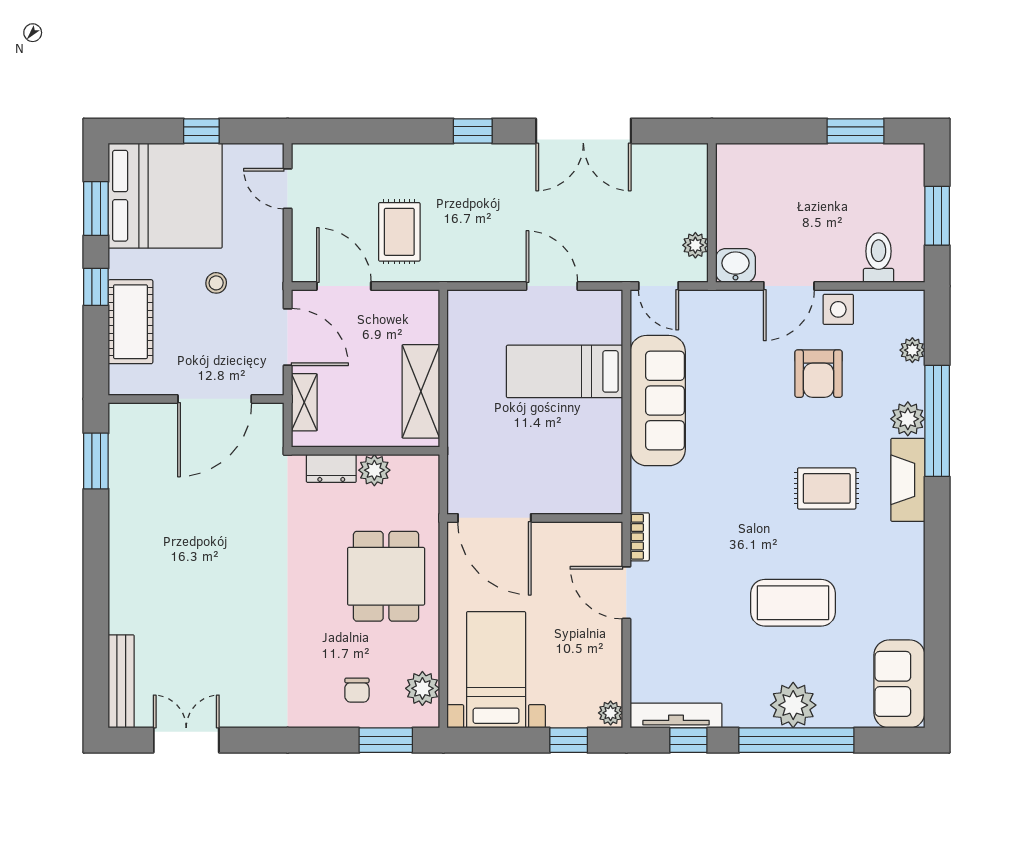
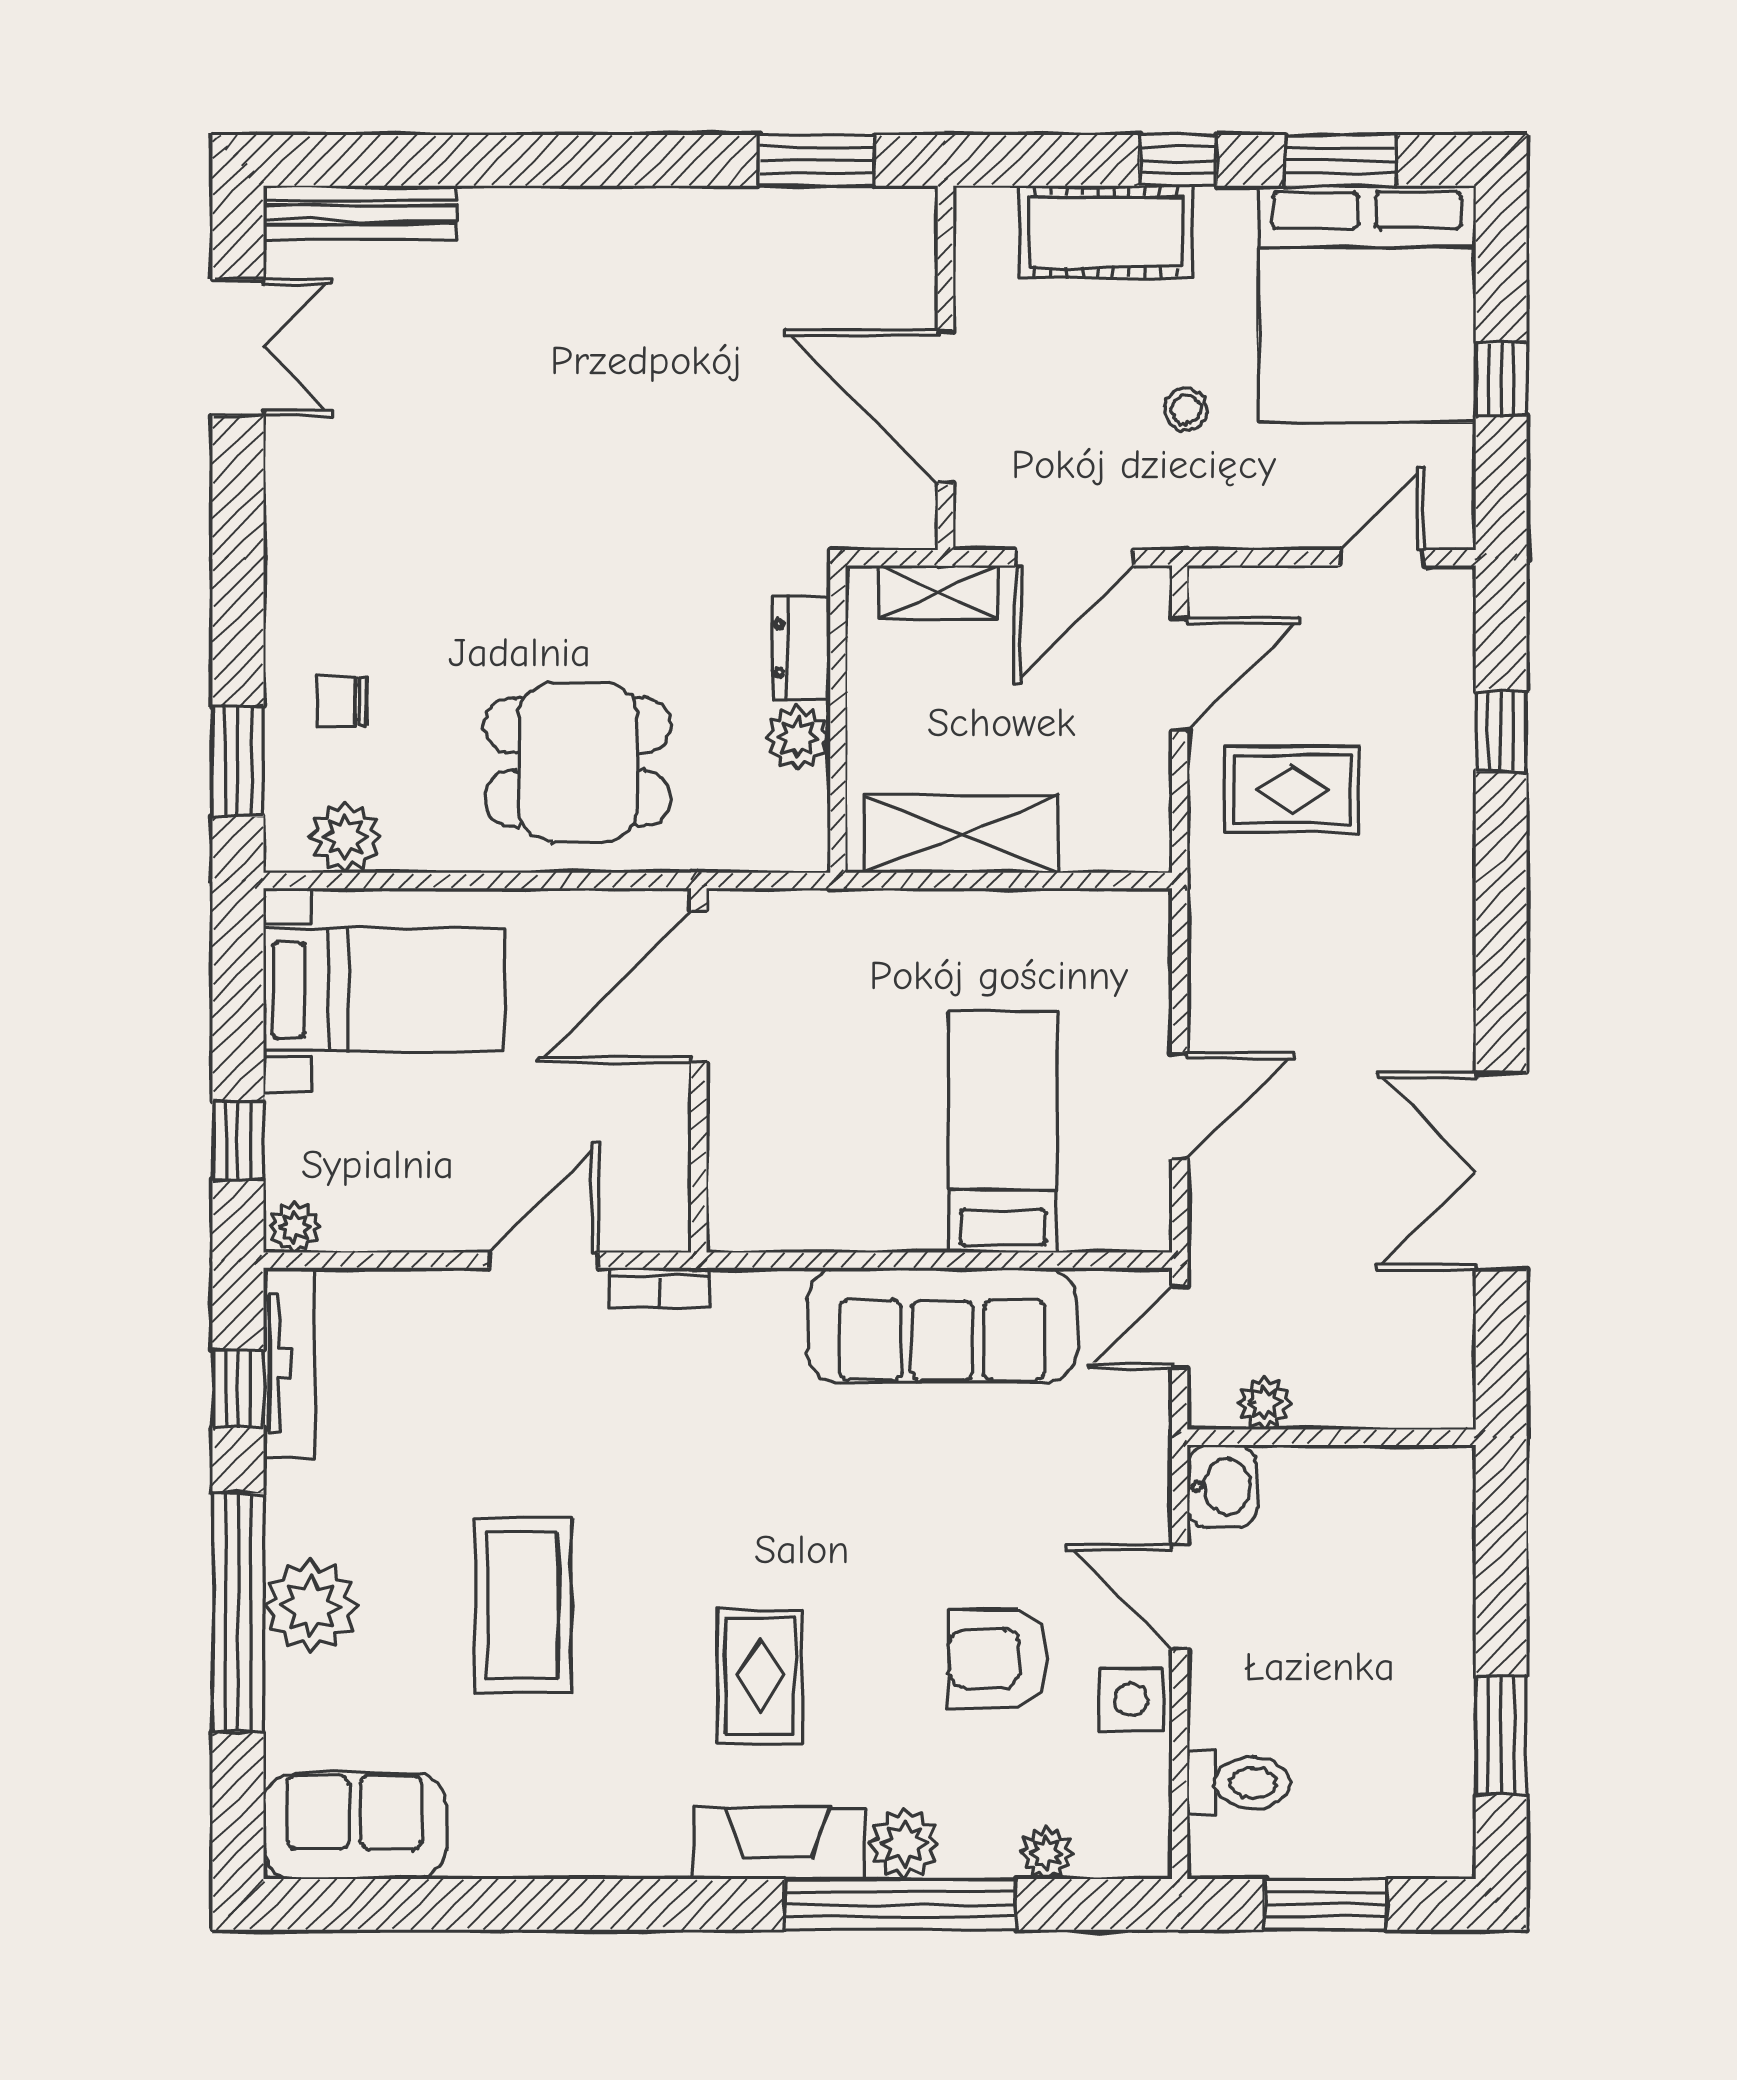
window: (473, 131) -> (1501, 731), moved

